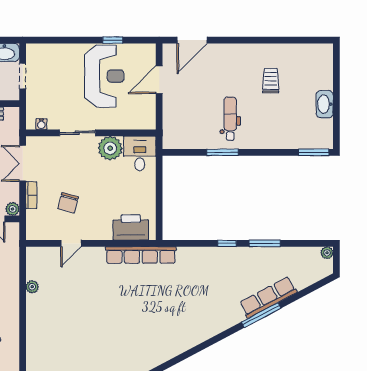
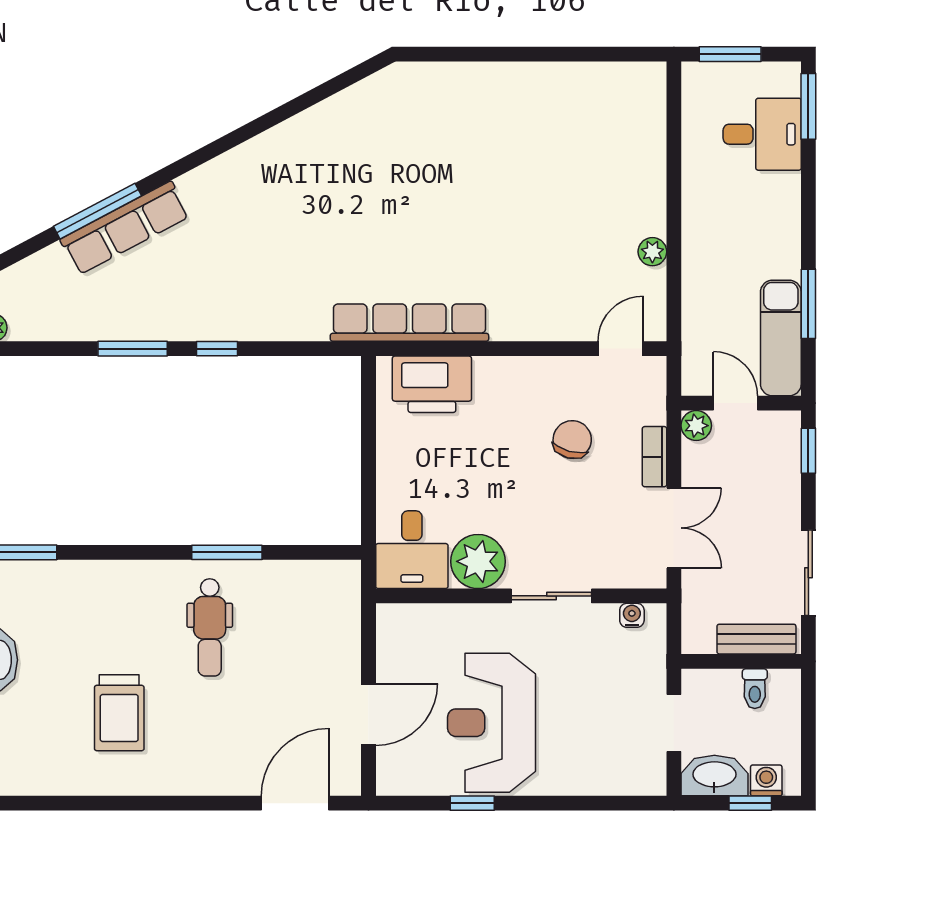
trolley: (271, 81) -> (119, 713), width x1.36, depth x1.39
door: (71, 243) -> (621, 349), moved
window: (261, 315) -> (98, 211), moved

